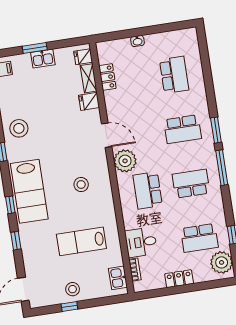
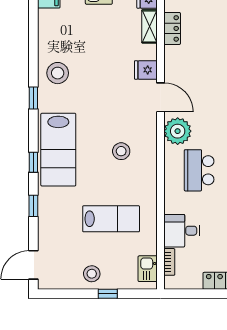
fridge: (89, 101) -> (146, 70), moved
lab bench: (81, 241) -> (111, 219), turned 180
window: (69, 307) -> (108, 294), moved

